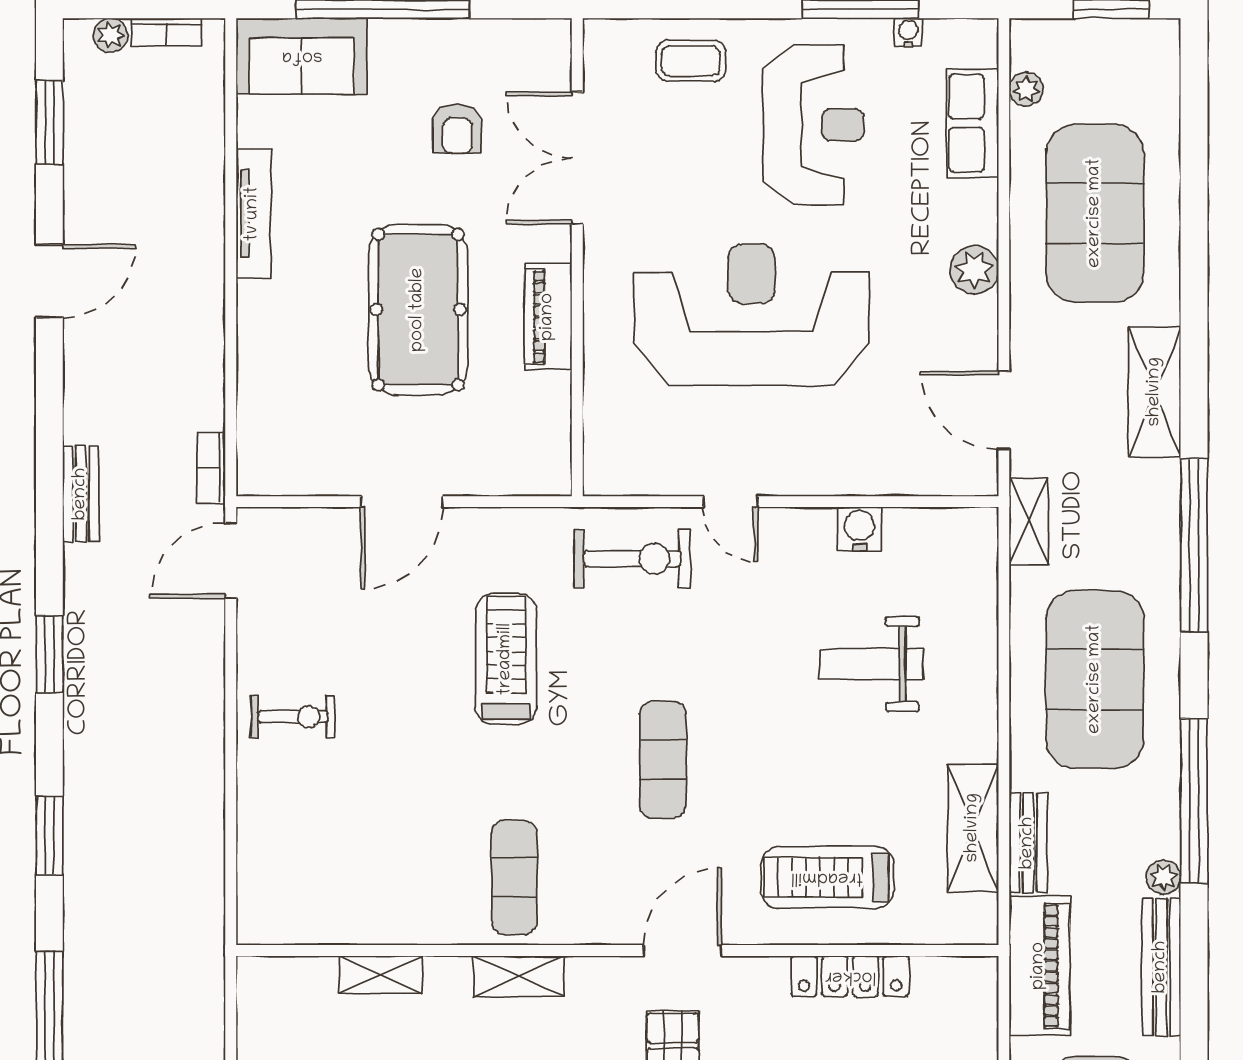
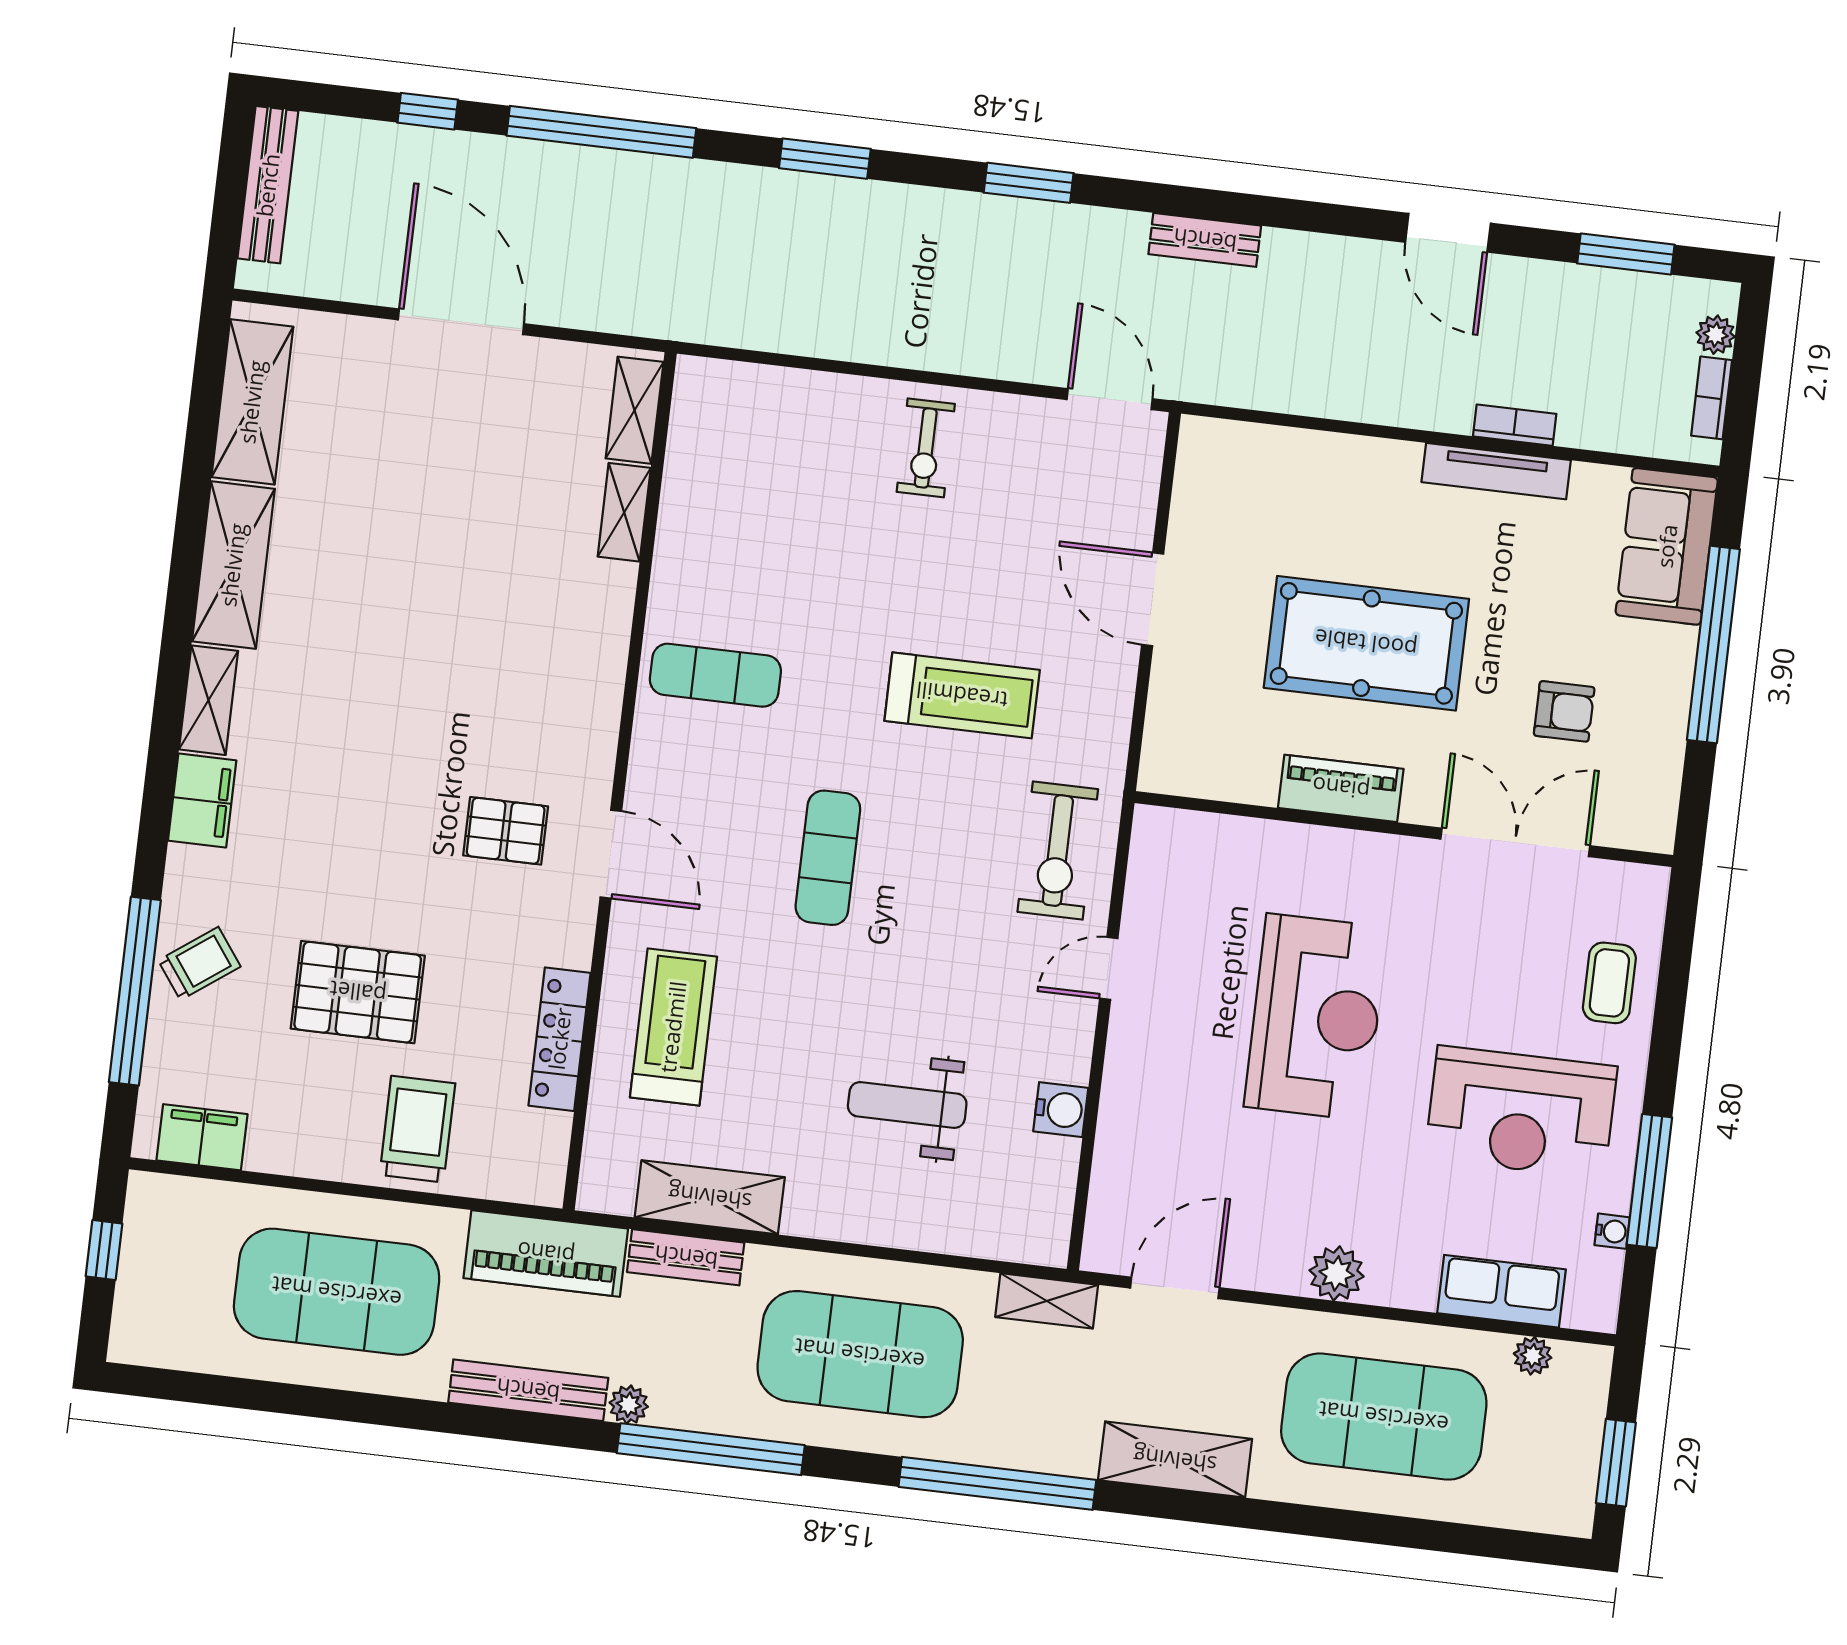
armchair: (457, 129) -> (1564, 711), turned 180
reception desk: (751, 315) -> (1316, 1017), width x0.74, depth x0.77
bookcase: (211, 468) -> (1515, 425), moved
weight bench: (871, 664) -> (907, 1105), turned -90
exercise mat: (663, 760) -> (828, 858), turned 90
shelving: (519, 976) -> (635, 410), moved

